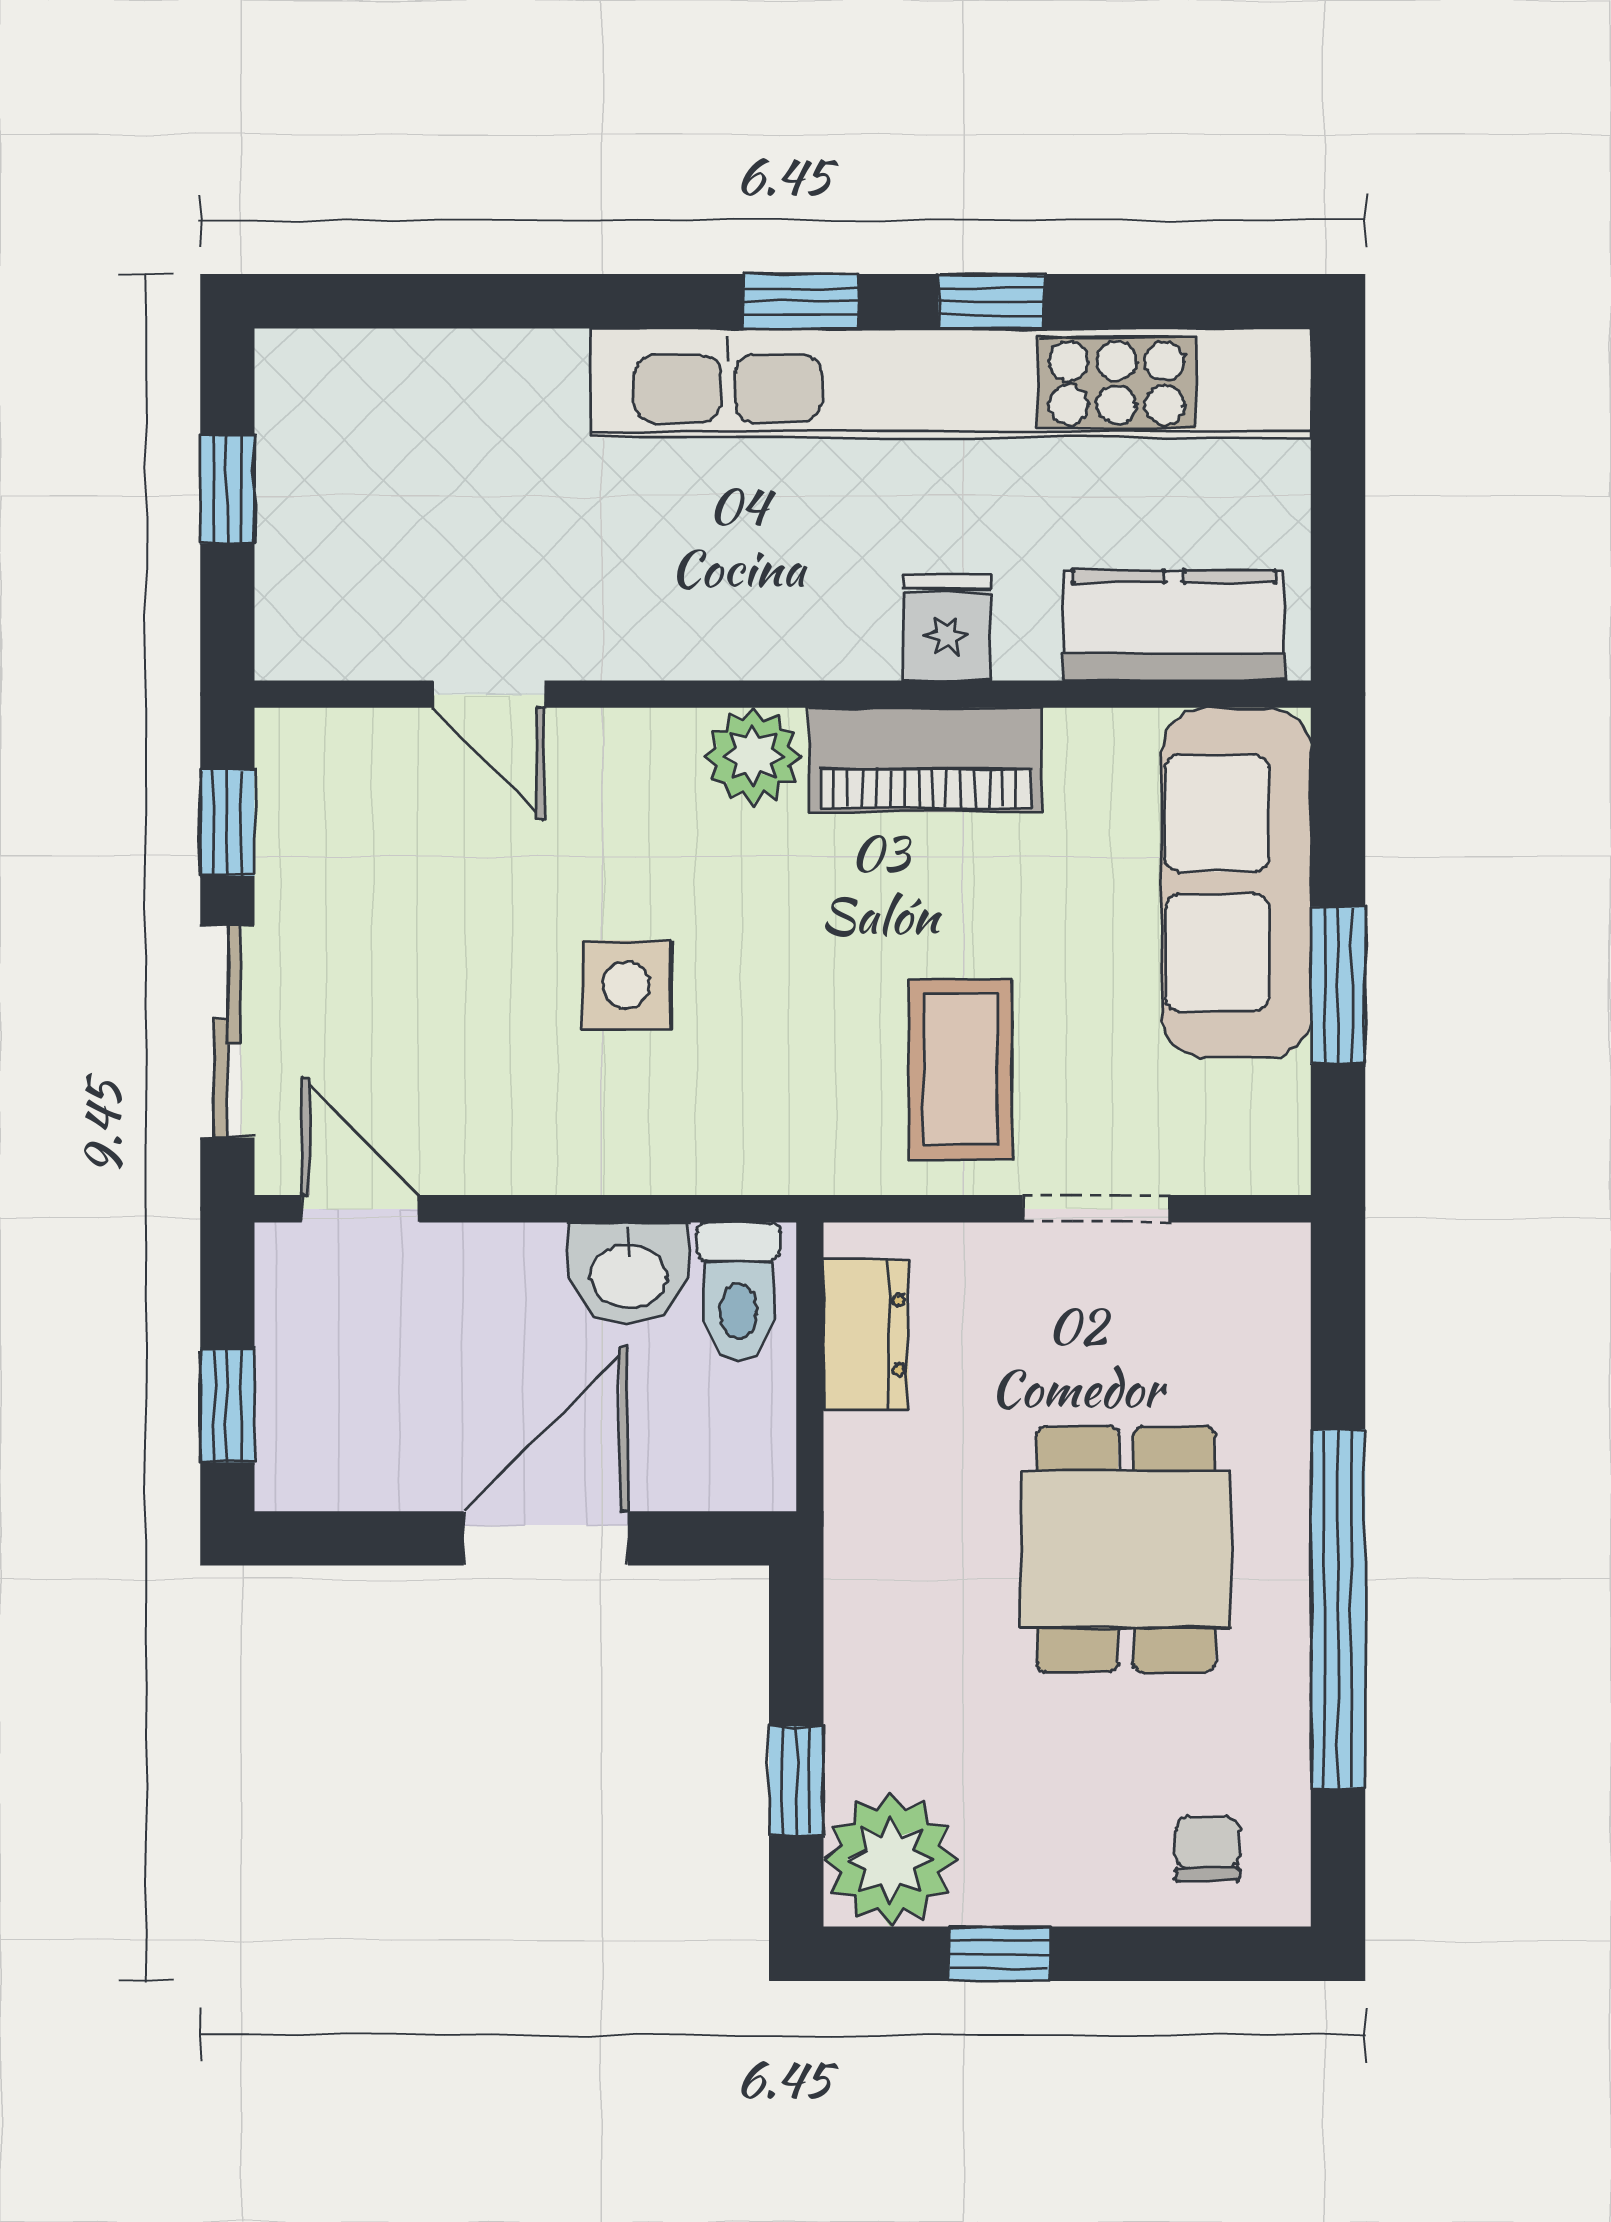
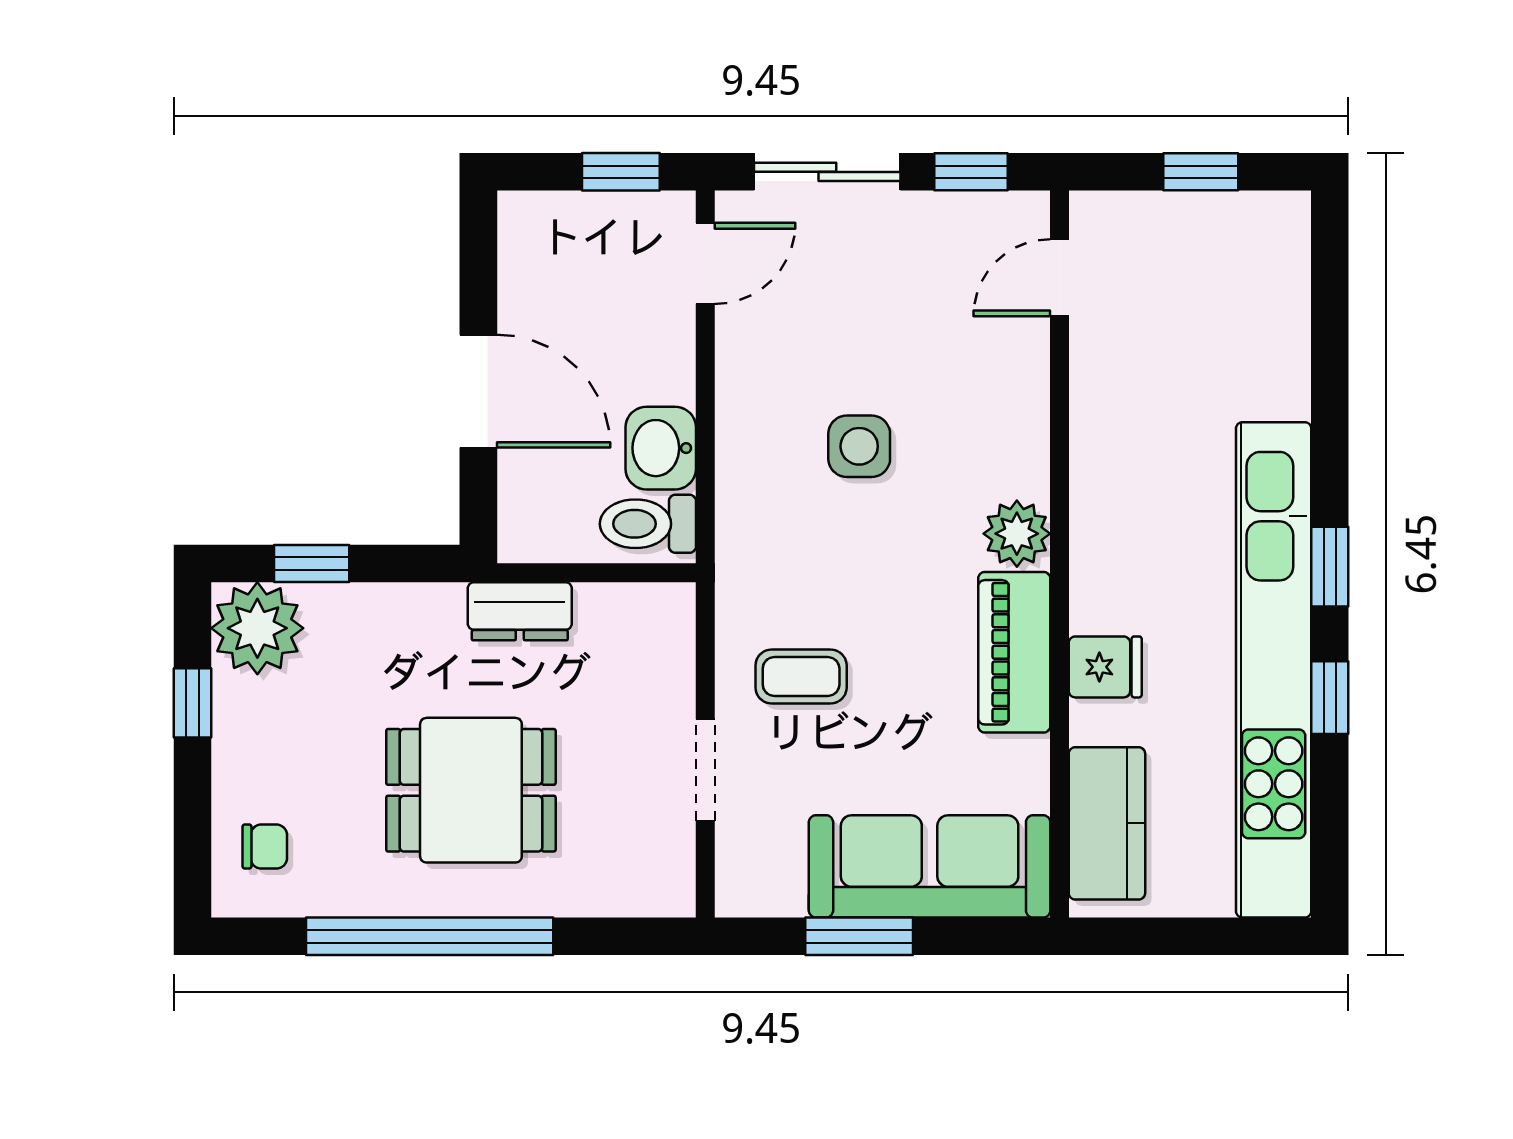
door: (489, 694) -> (1059, 278), moved
coffee table: (961, 1070) -> (801, 676), width x0.73, depth x0.77
dresser: (866, 1335) -> (520, 611), moved
window: (227, 1405) -> (621, 172), moved

